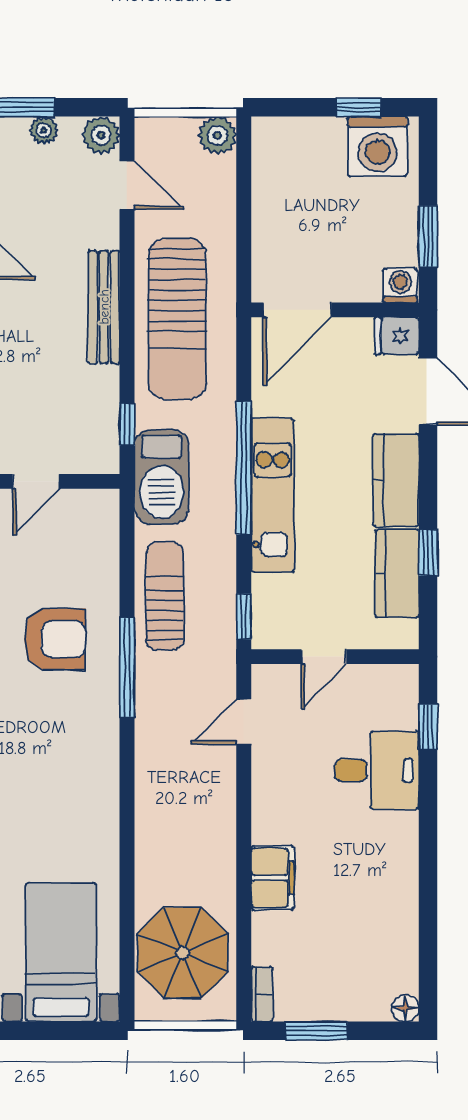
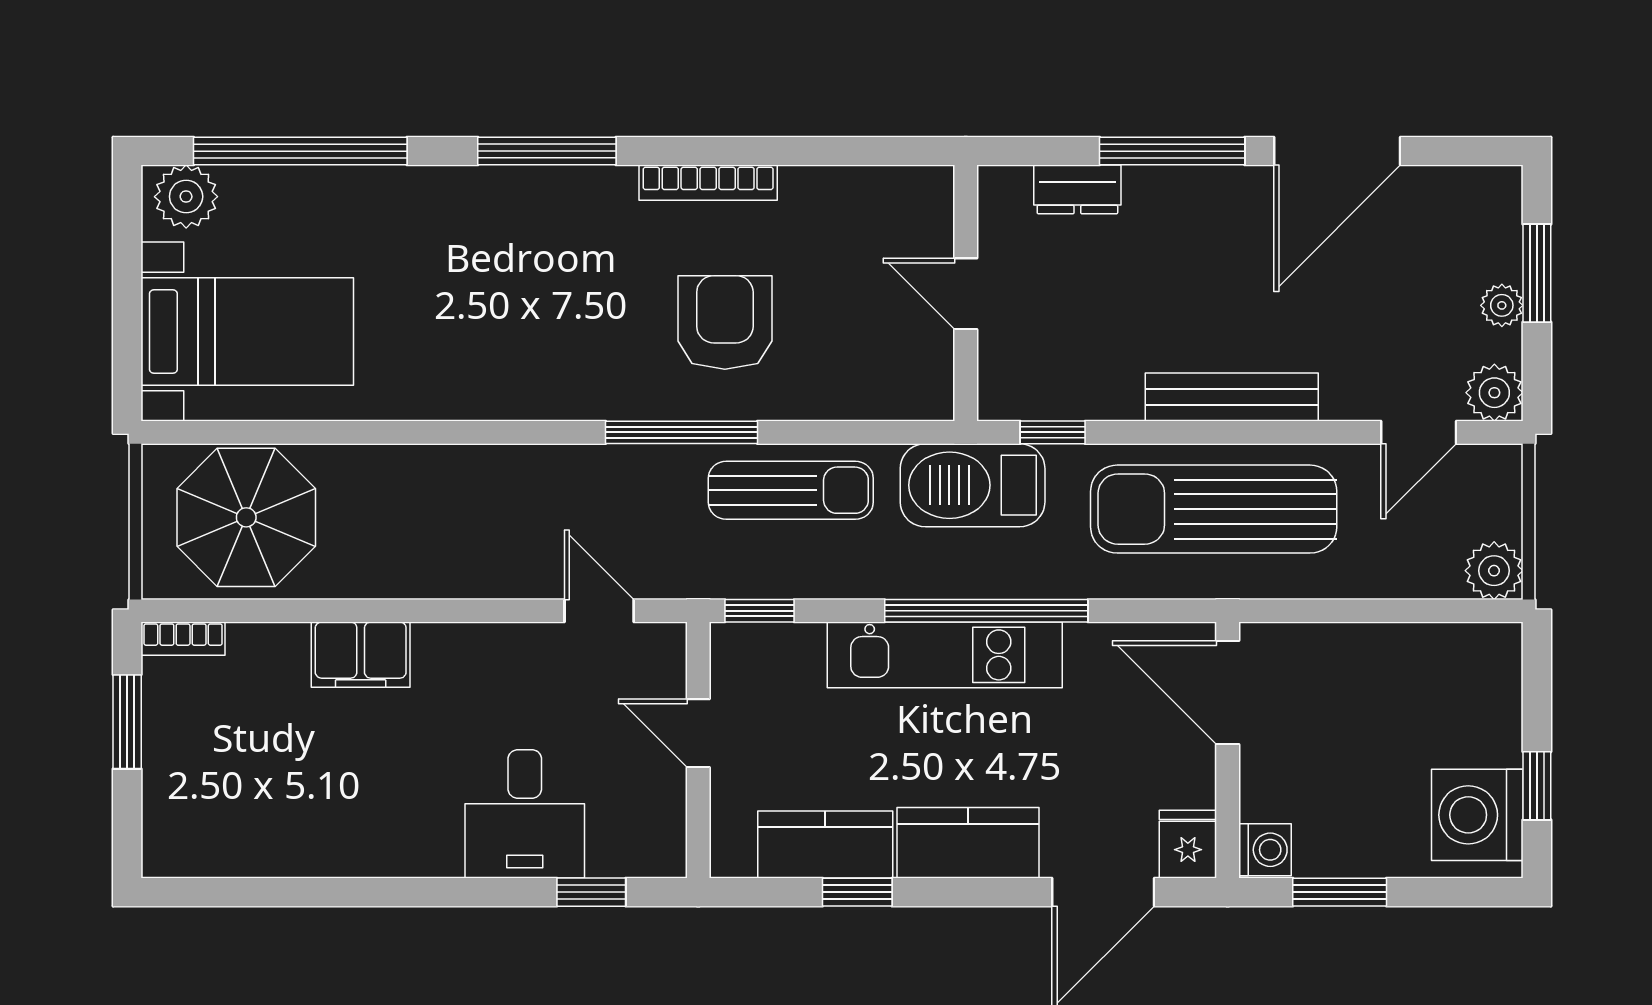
armchair: (55, 639) -> (725, 322), turned 180
floor lamp: (405, 1008) -> (162, 858), removed

